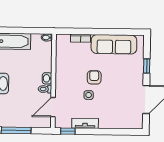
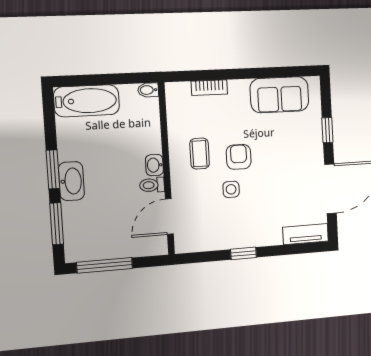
sofa: (114, 44) -> (279, 95), width x0.73
coffee table: (72, 74) -> (200, 154), added
tv unit: (85, 123) -> (306, 234), moved
window: (68, 131) -> (244, 253), moved

